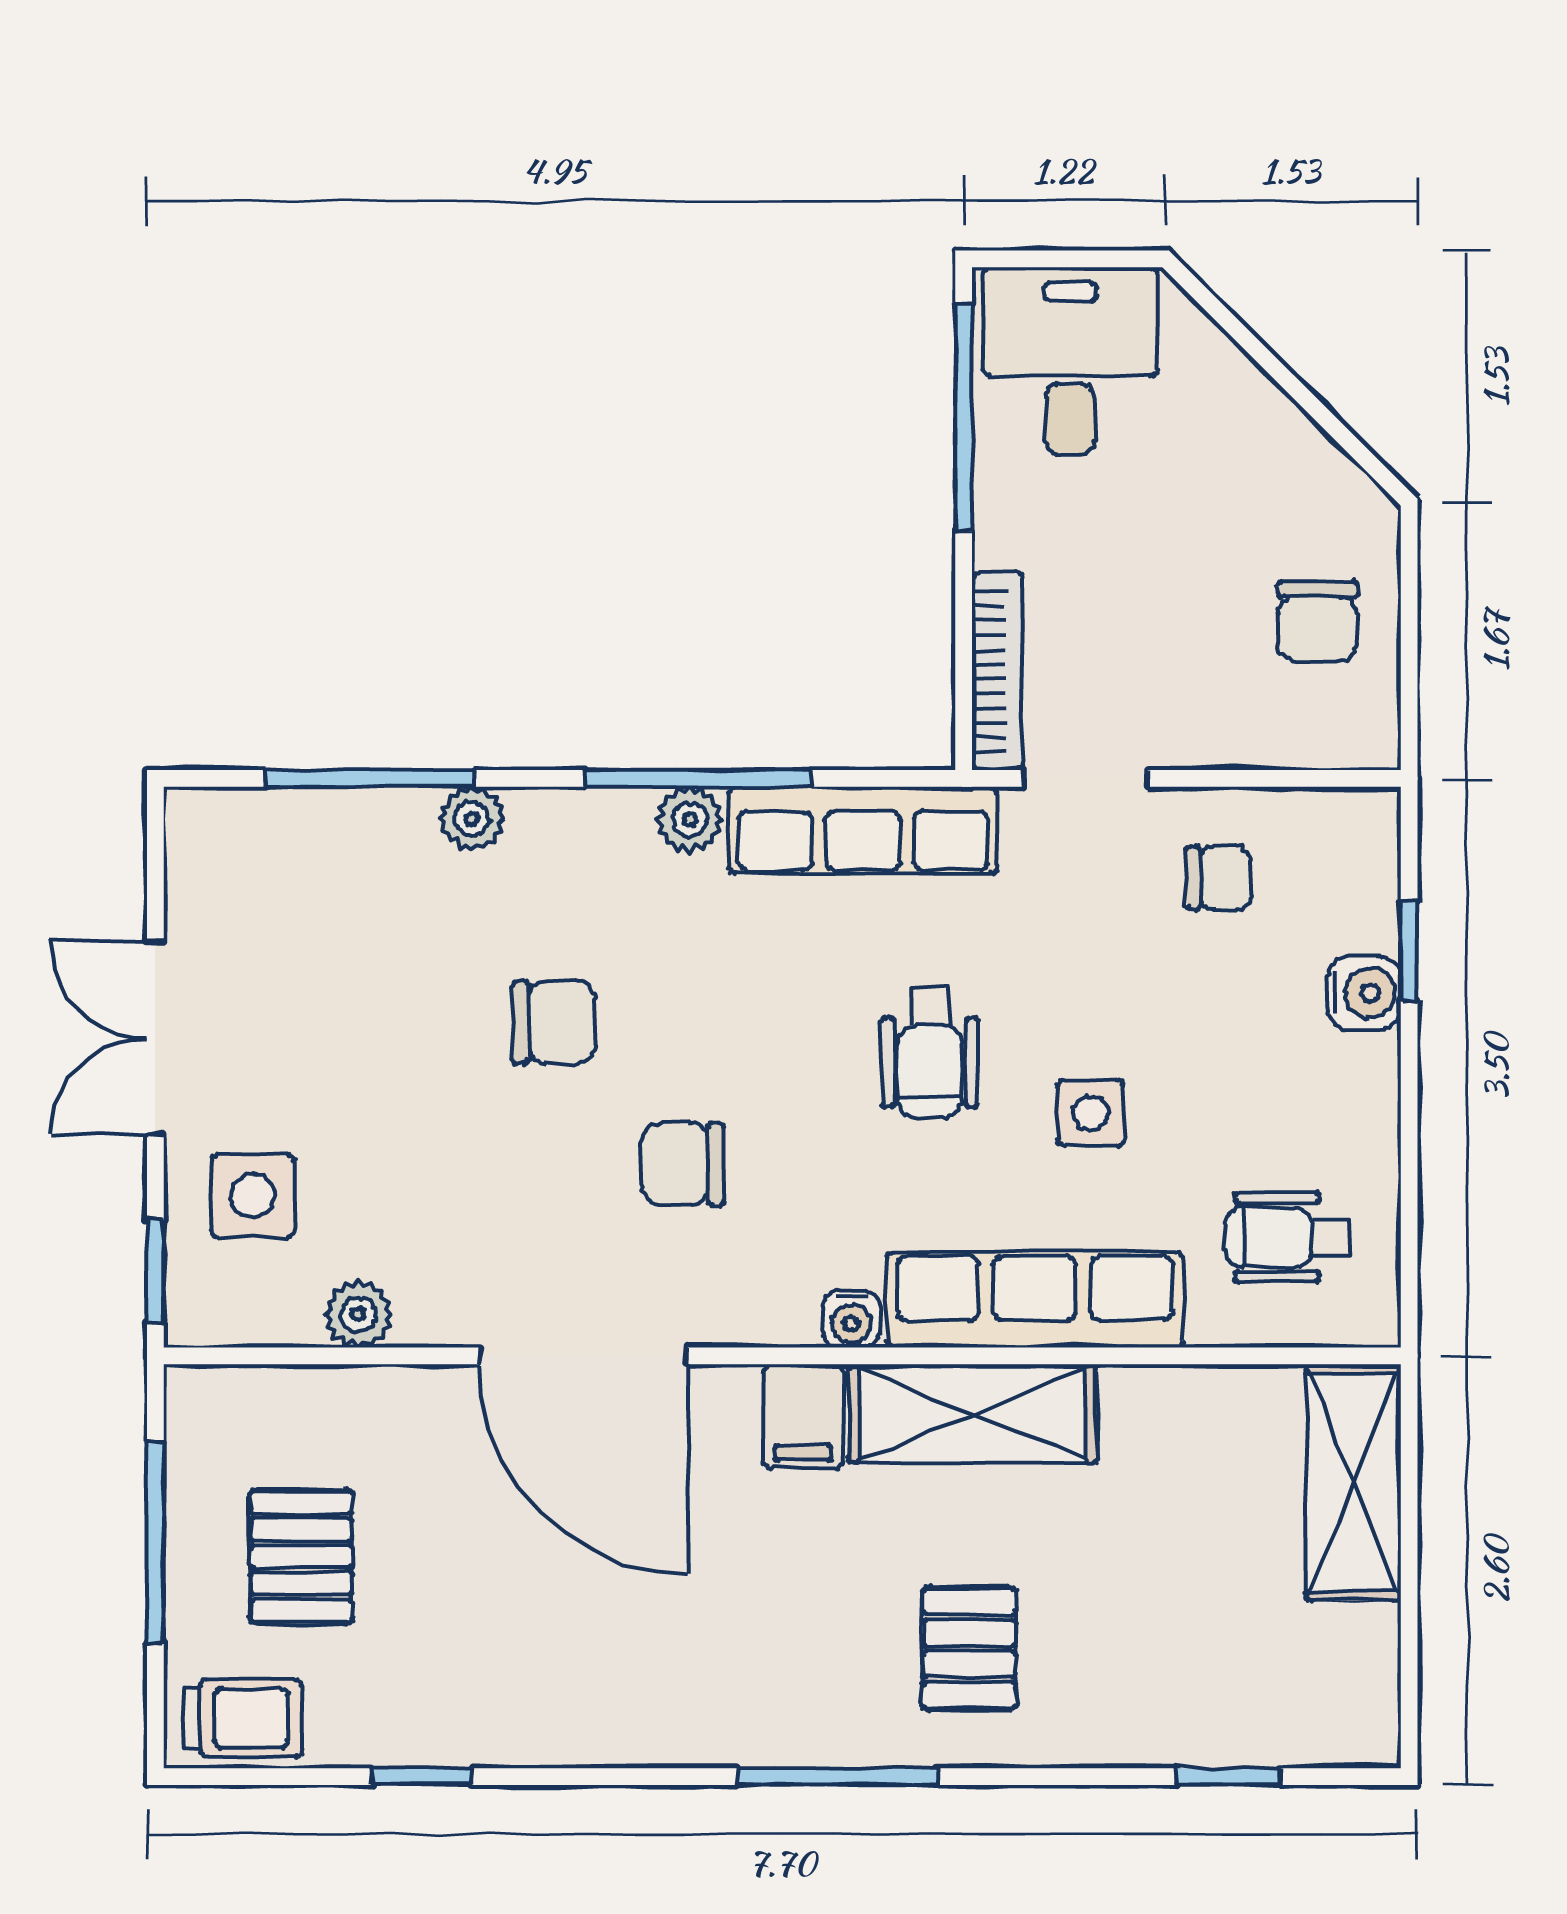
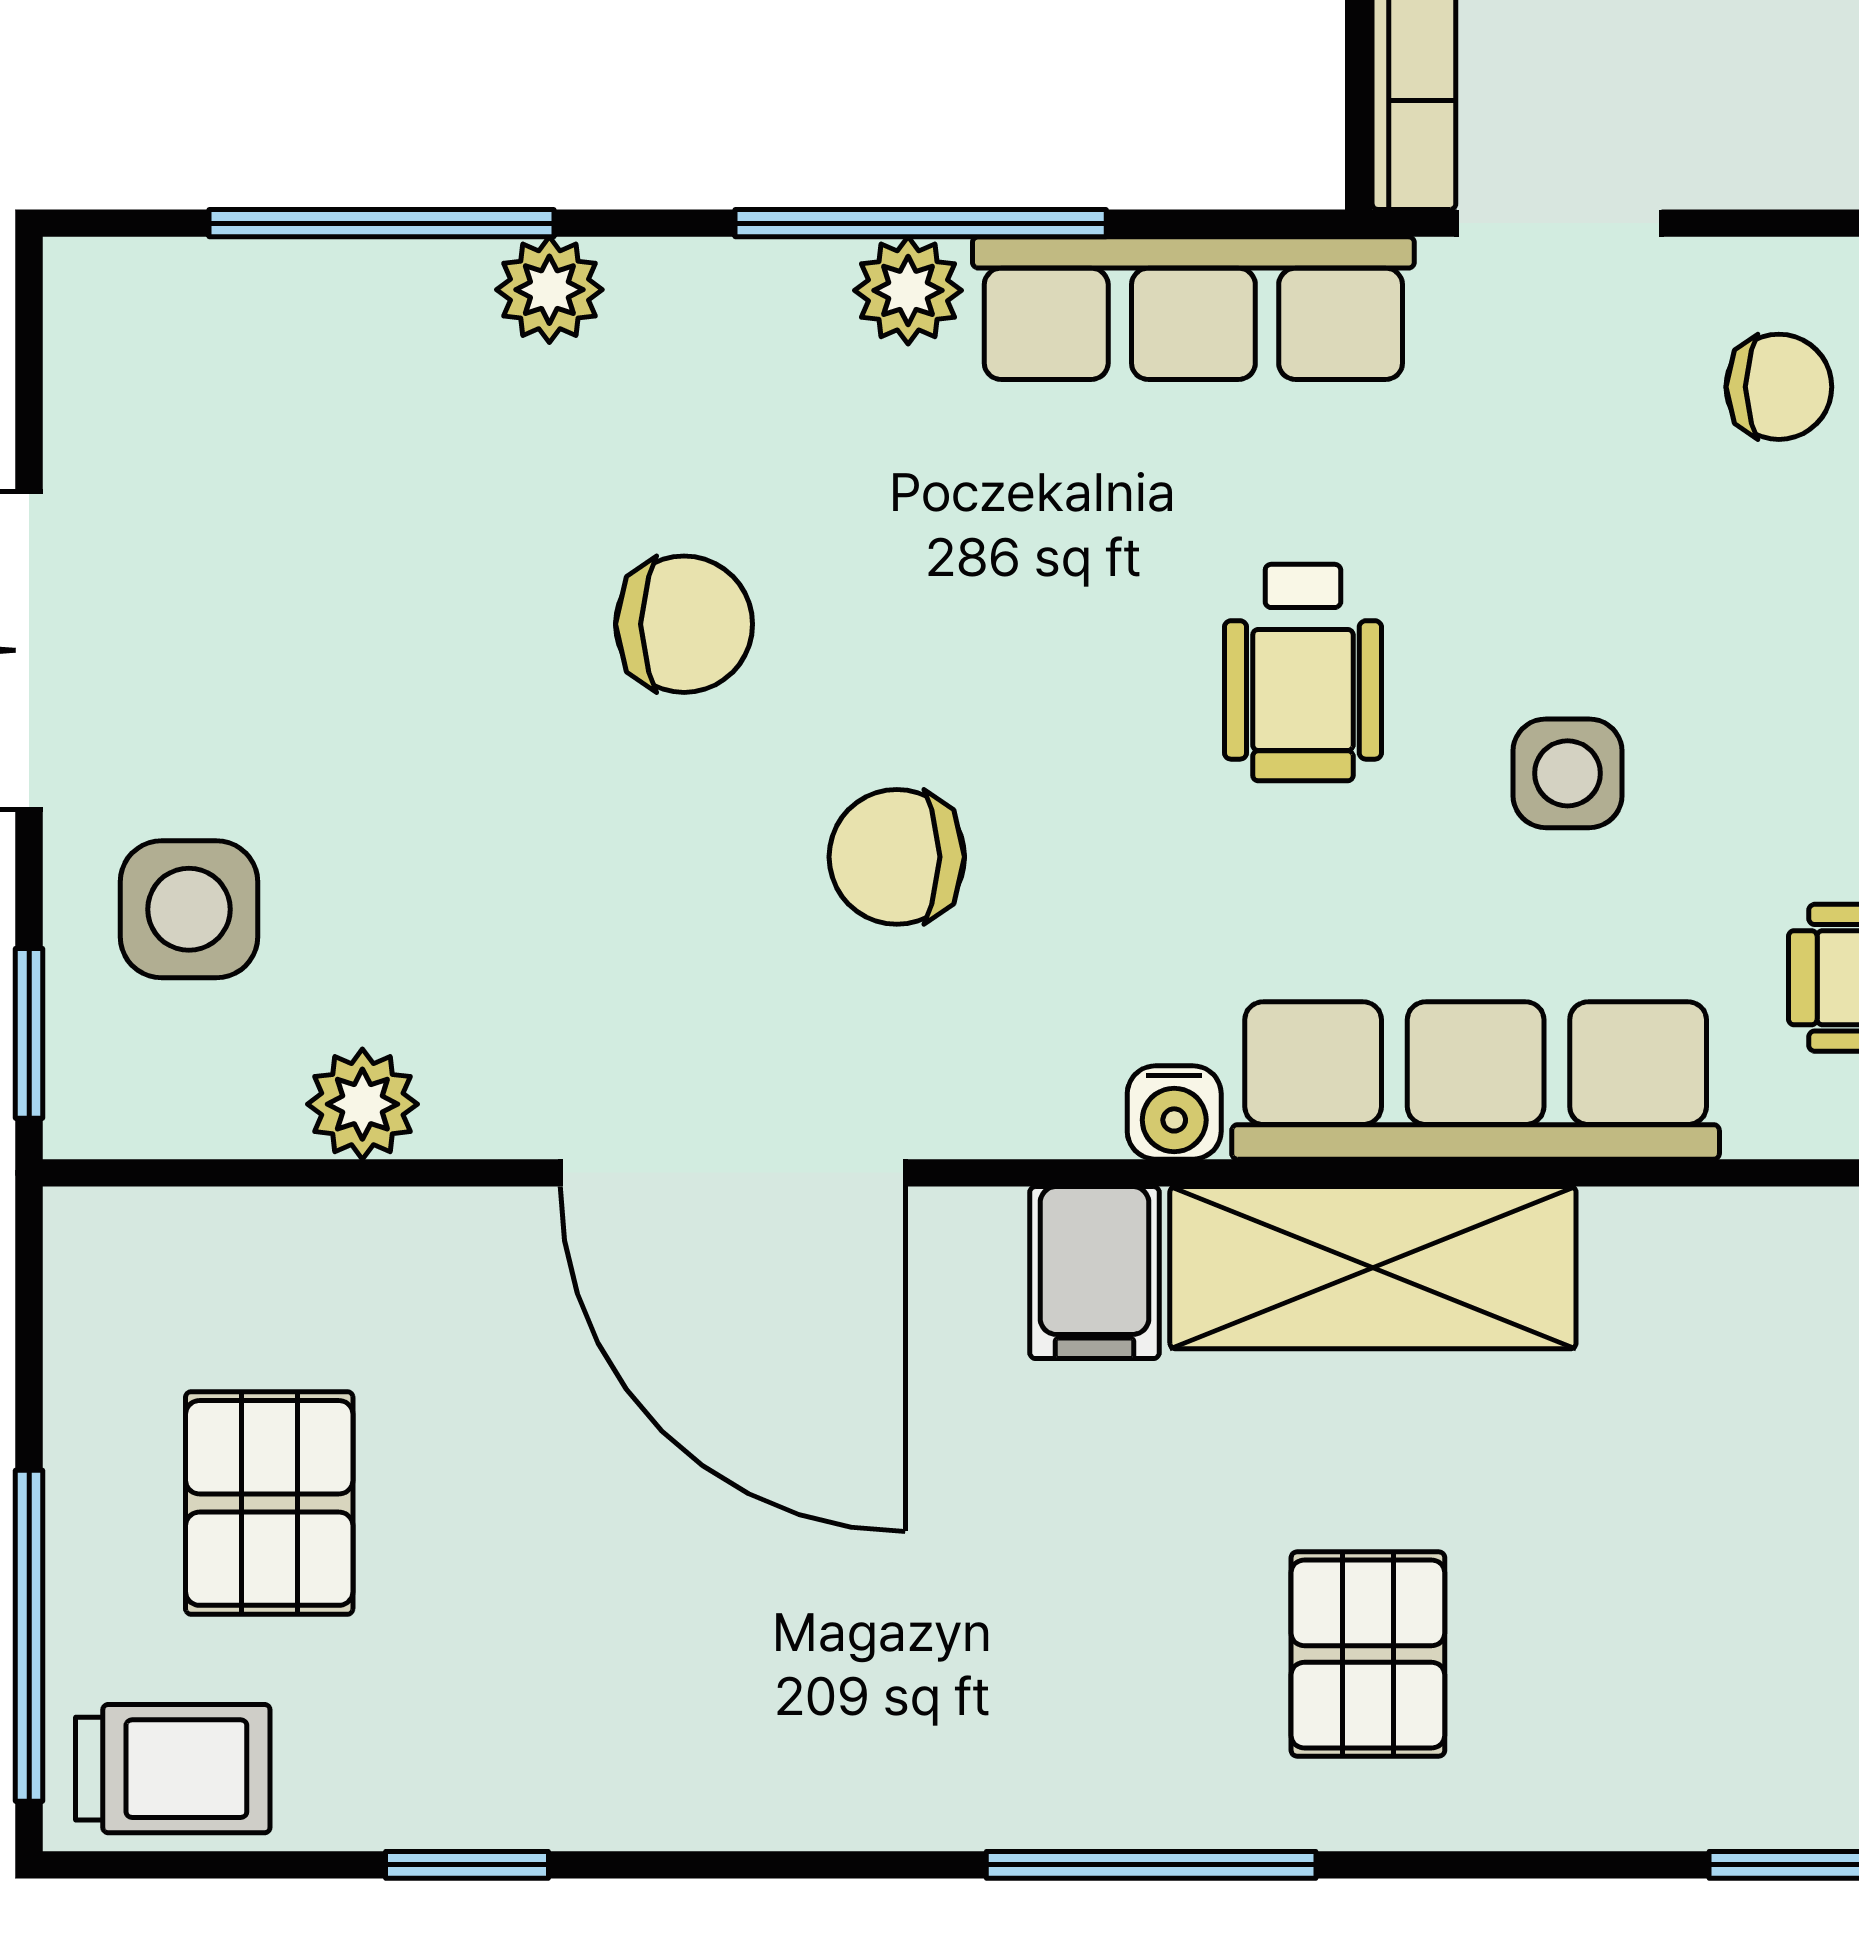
window: (155, 1543) -> (29, 1636), moved

